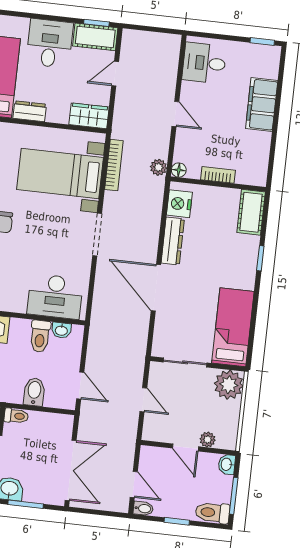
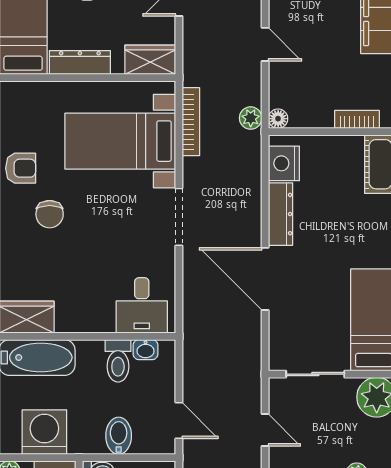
dresser: (30, 111) -> (80, 63), width x1.44
bookcase: (218, 175) -> (357, 119), moved
desk: (55, 296) -> (142, 305), width x0.73

